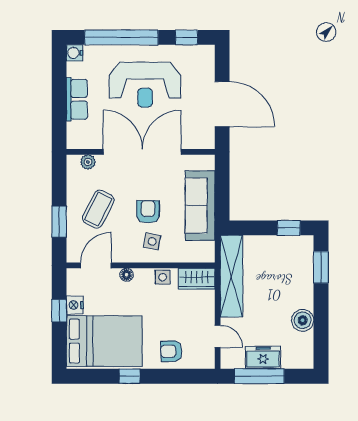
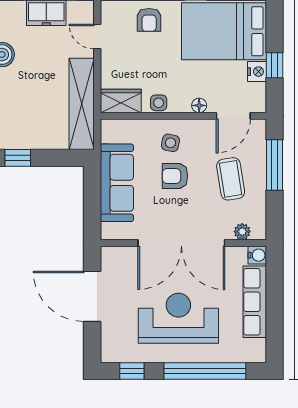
water cooler: (75, 53) -> (257, 255), moved
row of seats: (77, 99) -> (255, 302), width x1.48
coffee table: (98, 209) -> (231, 179), turned -36
armchair: (148, 212) -> (175, 176), turned 90
window: (59, 222) -> (274, 165), width x1.44
armchair: (171, 351) -> (149, 20), turned 92

